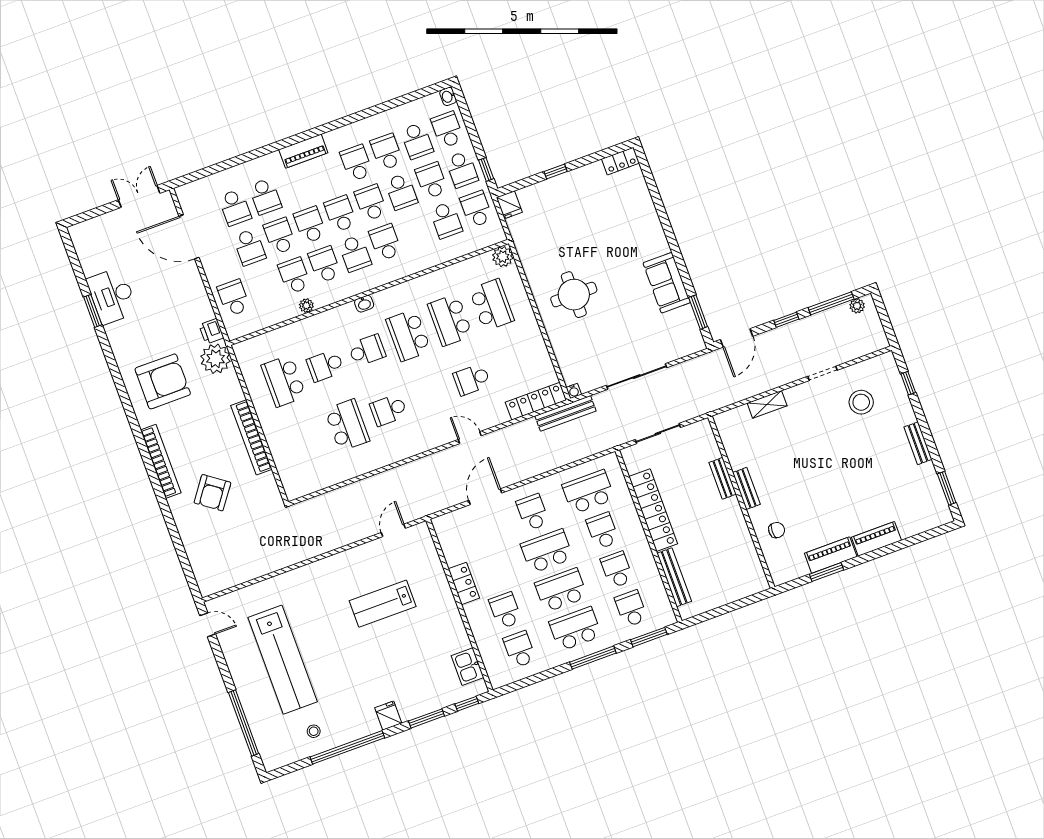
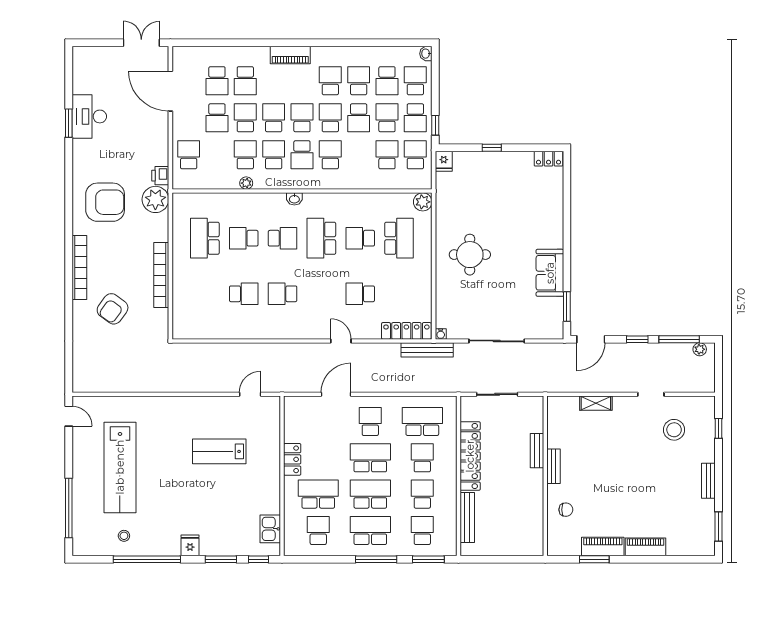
school desk: (446, 220) -> (387, 155), turned 180
school desk: (450, 320) -> (360, 238), width x0.54
school desk: (347, 425) -> (244, 294), width x0.54
school desk: (505, 610) -> (318, 494), width x1.85

